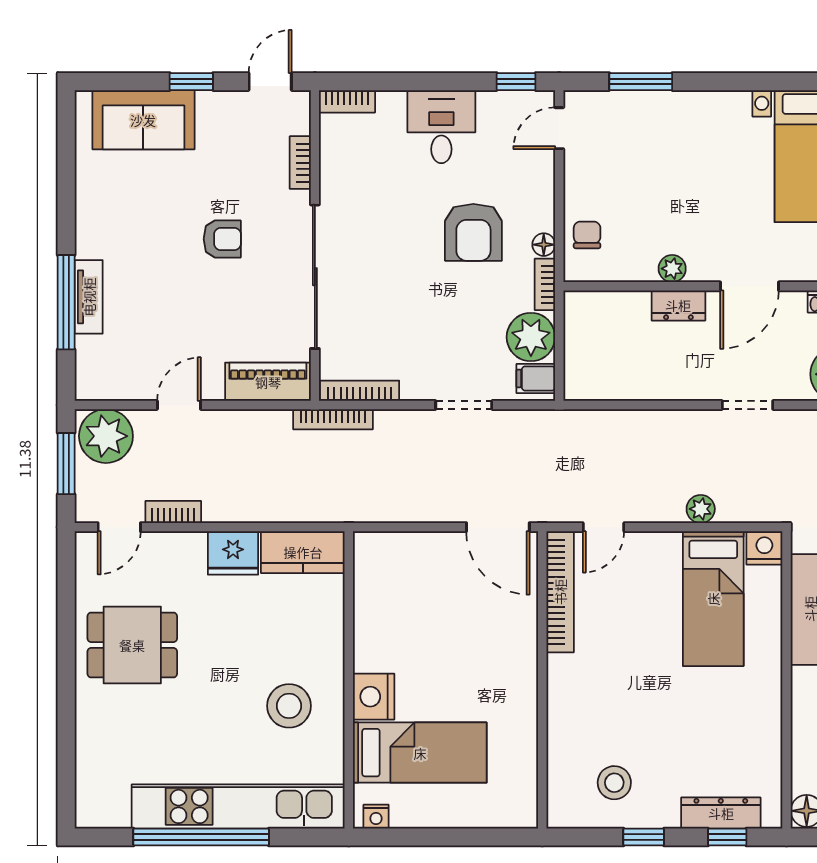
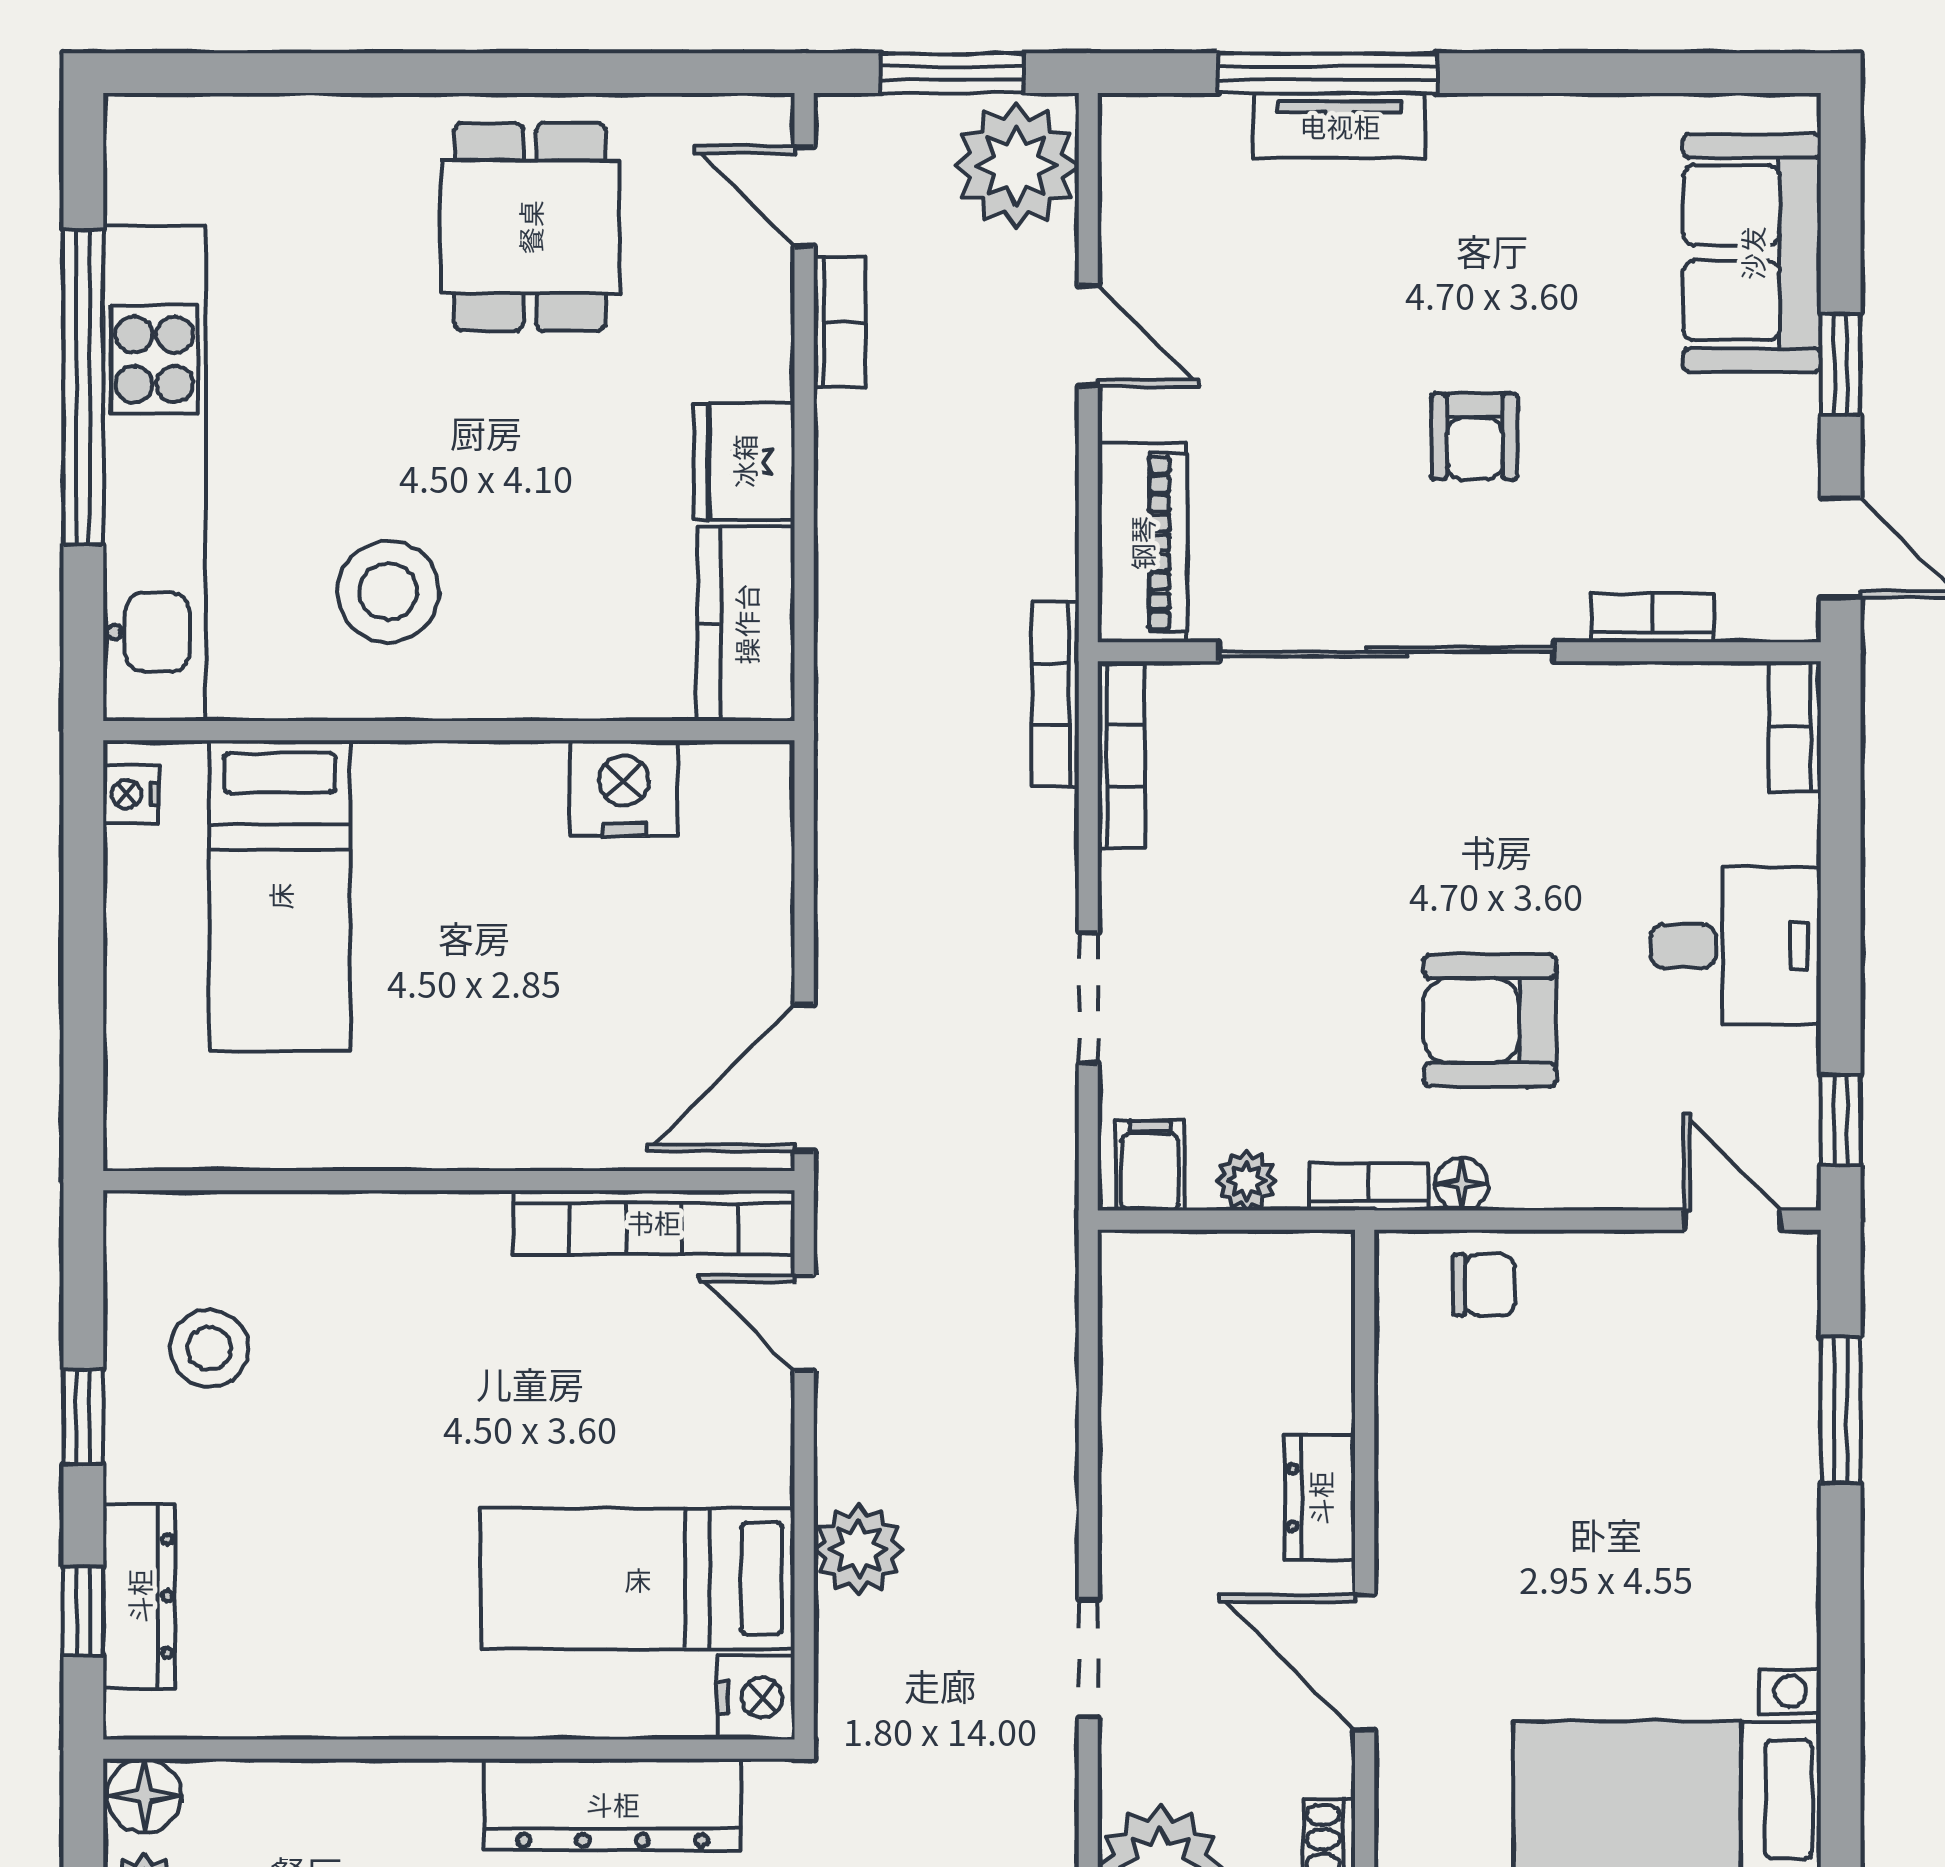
plant: (672, 269) -> (1406, 1483), removed
plant: (531, 337) -> (1246, 1181), width x0.53, depth x0.53
plant: (701, 509) -> (859, 1549), width x1.38, depth x1.38
nightstand: (374, 697) -> (624, 788), moved

